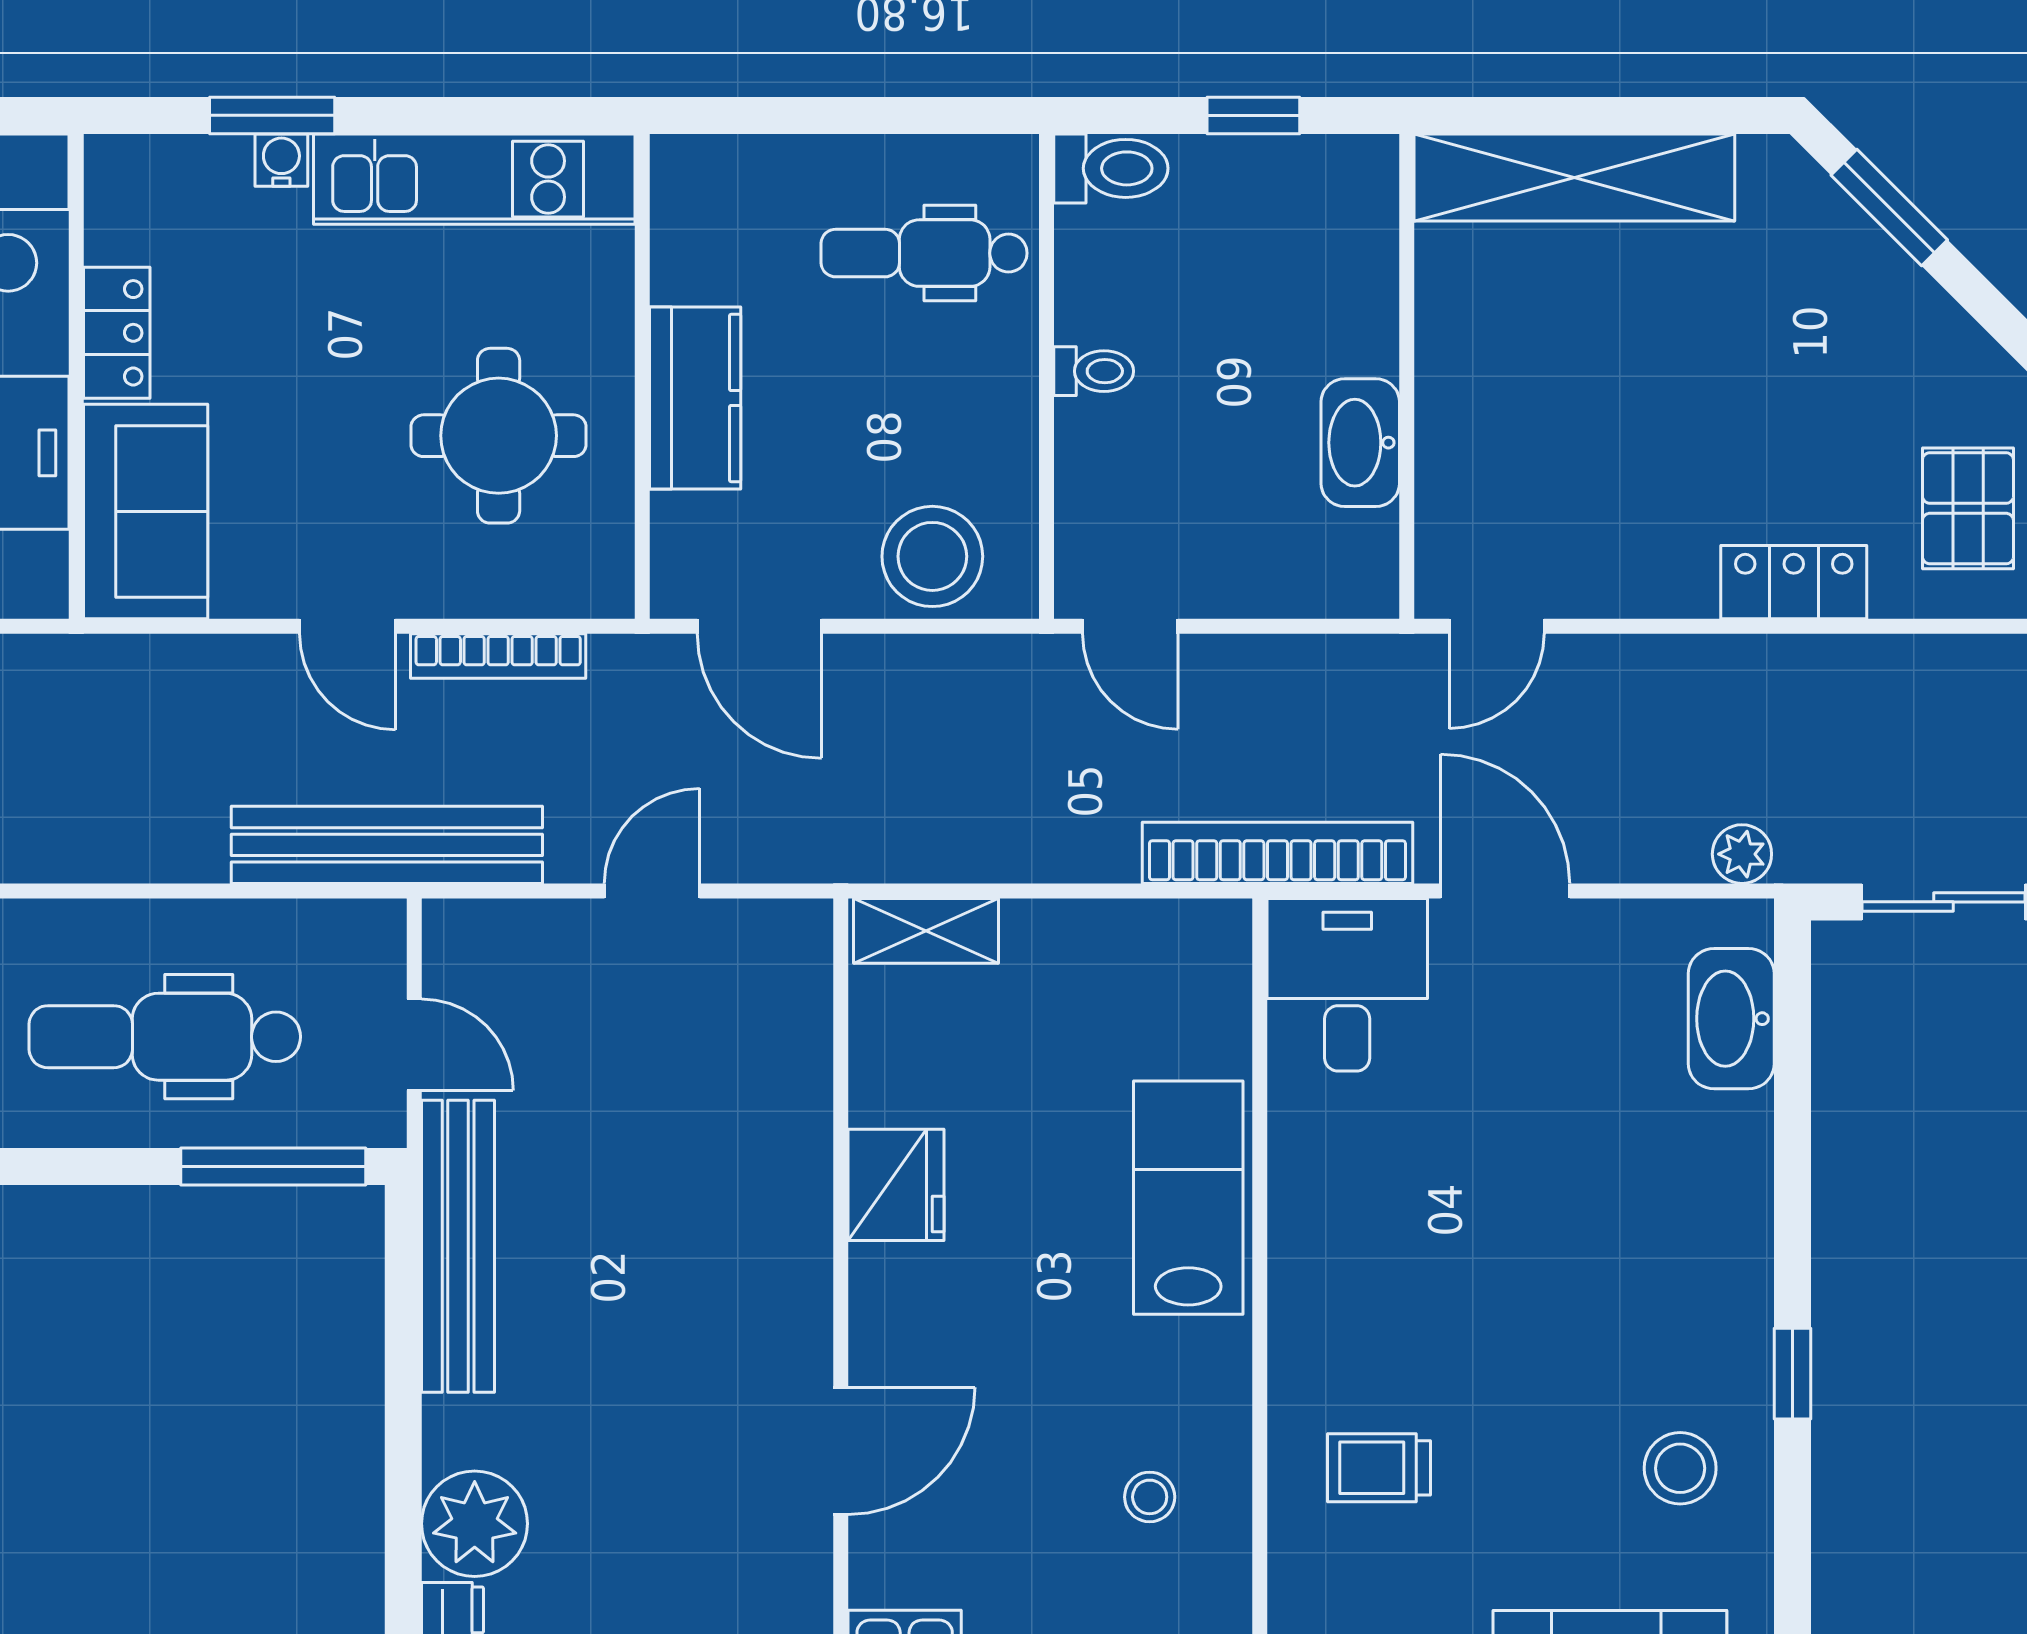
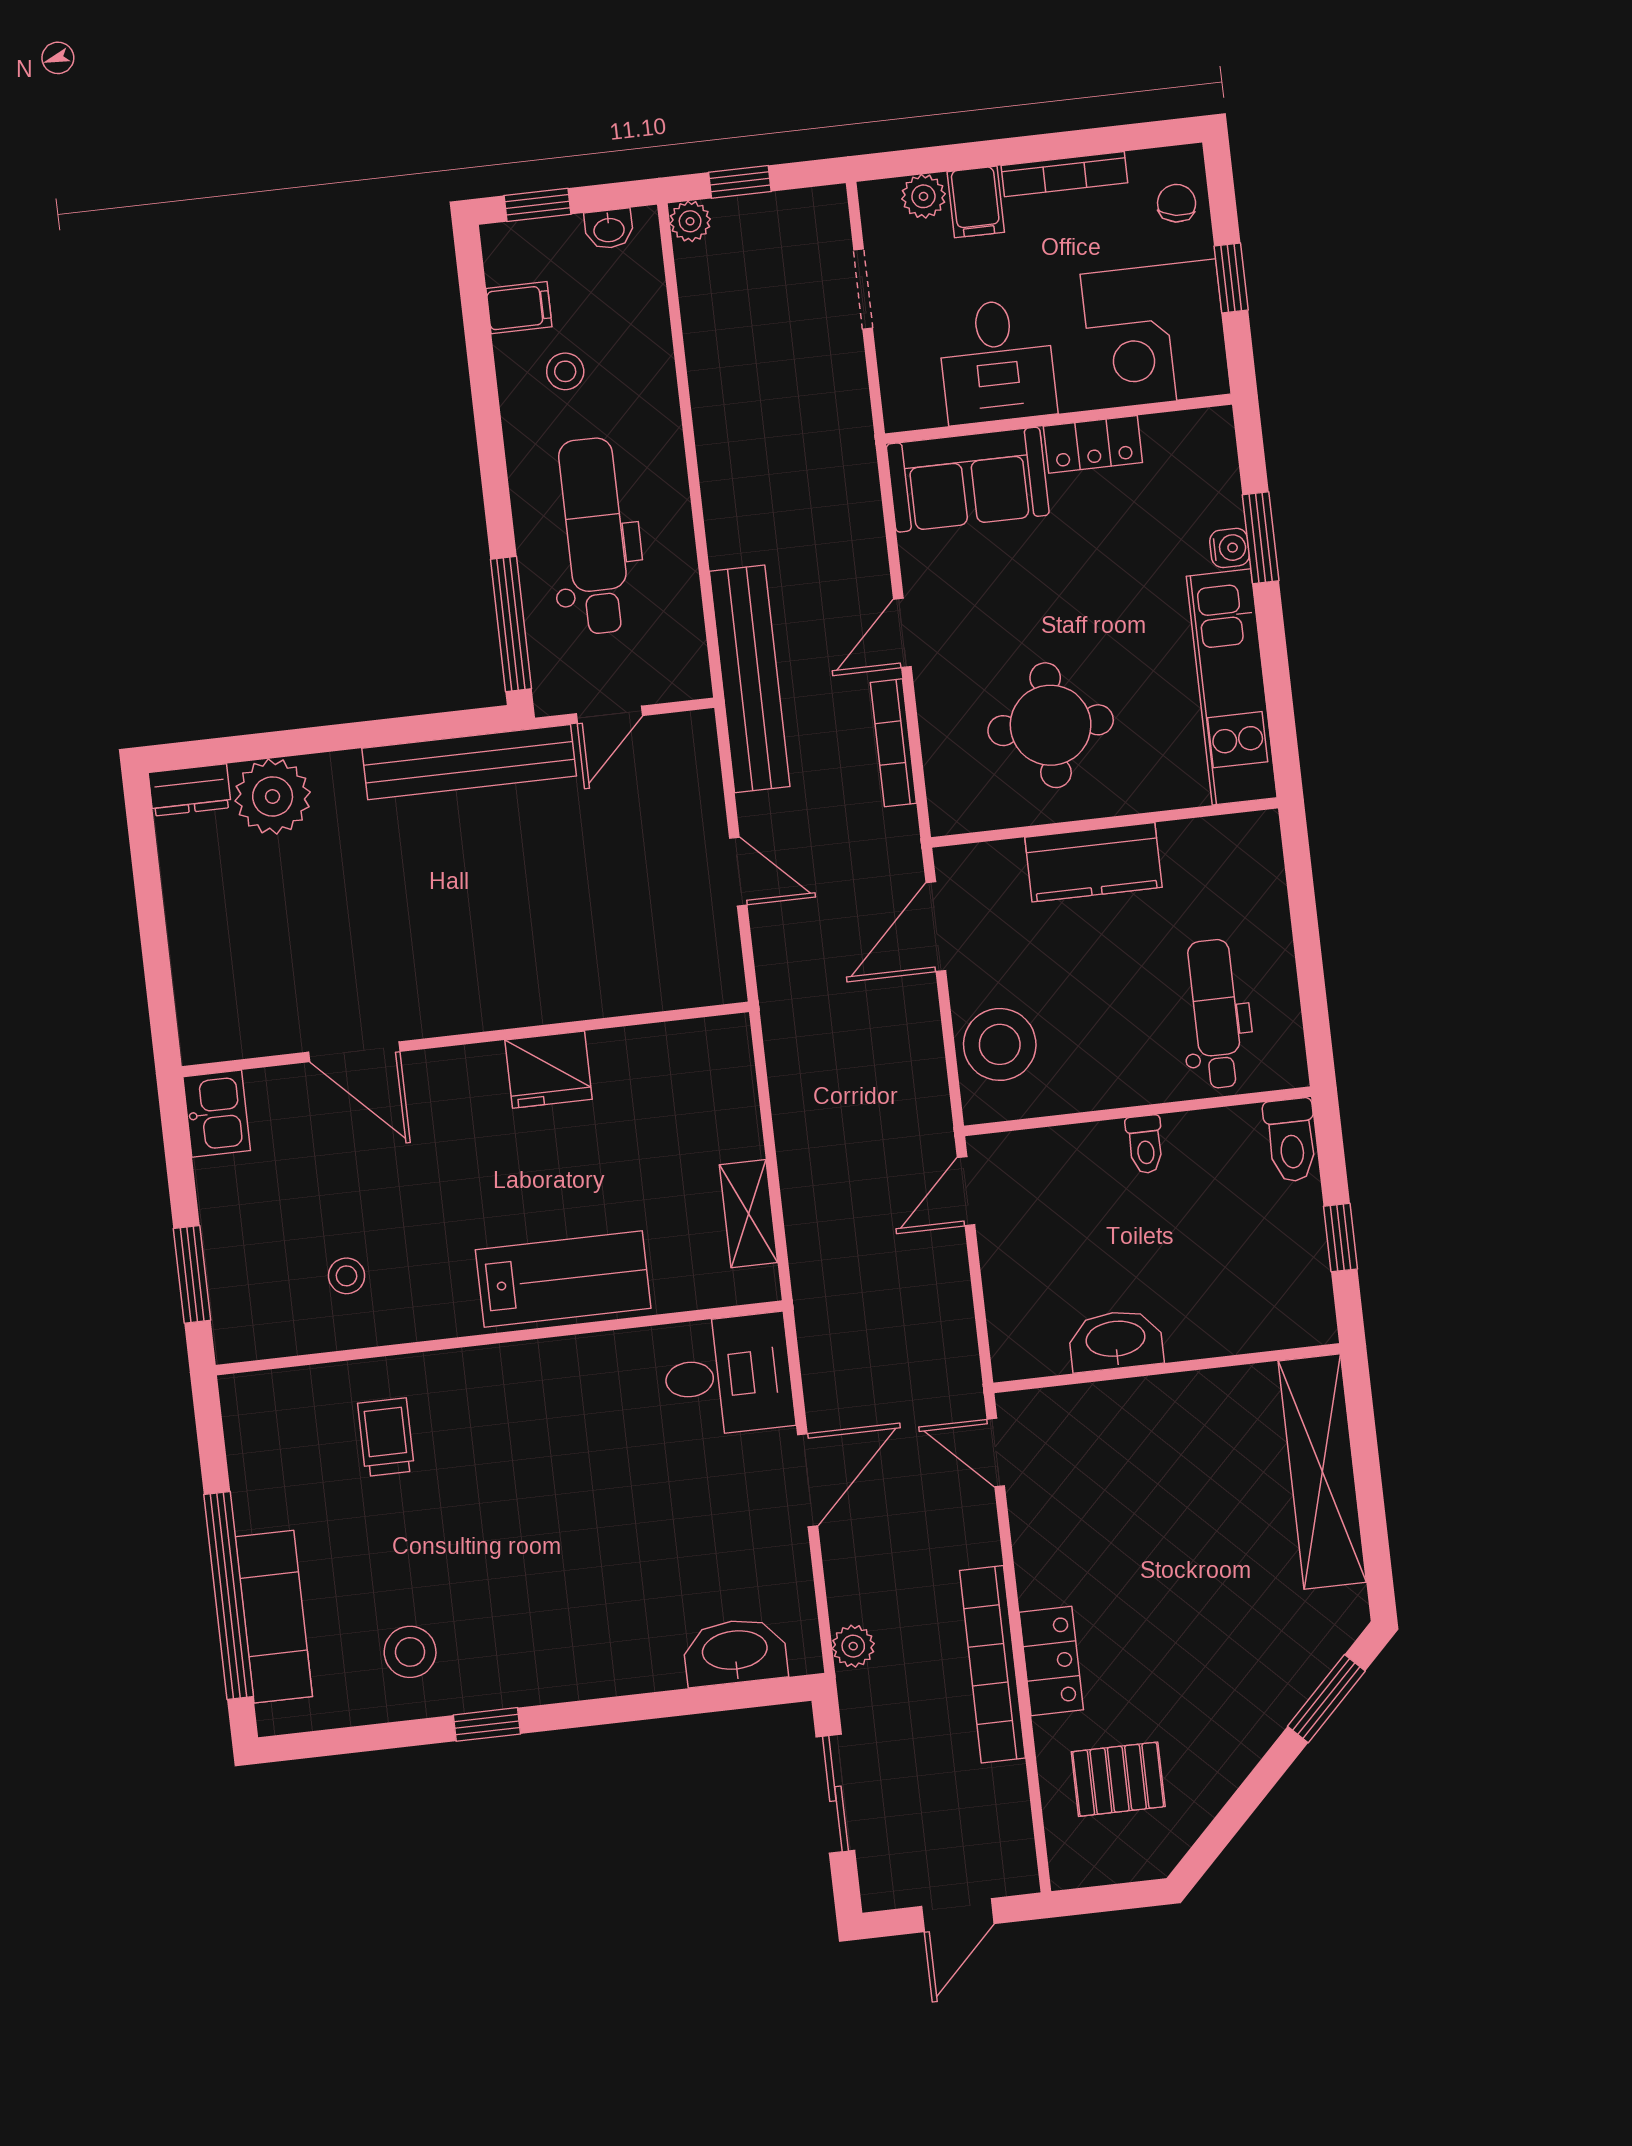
bookcase: (1277, 853) -> (992, 1664), moved, turned 180
shelving: (926, 931) -> (748, 1214), moved

